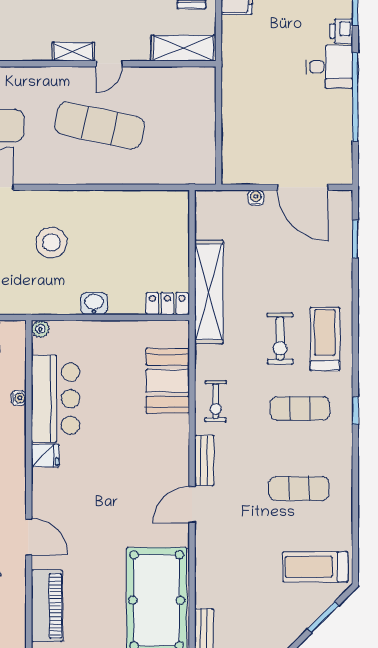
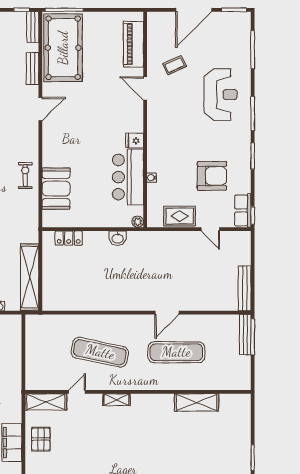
door: (109, 64) -> (77, 392), moved
stool: (51, 243) -> (131, 277), removed
shelving: (209, 292) -> (30, 277), moved
washbasin: (94, 303) -> (118, 238), moved
locker: (167, 304) -> (69, 238), moved
bench: (204, 460) -> (33, 69), moved

